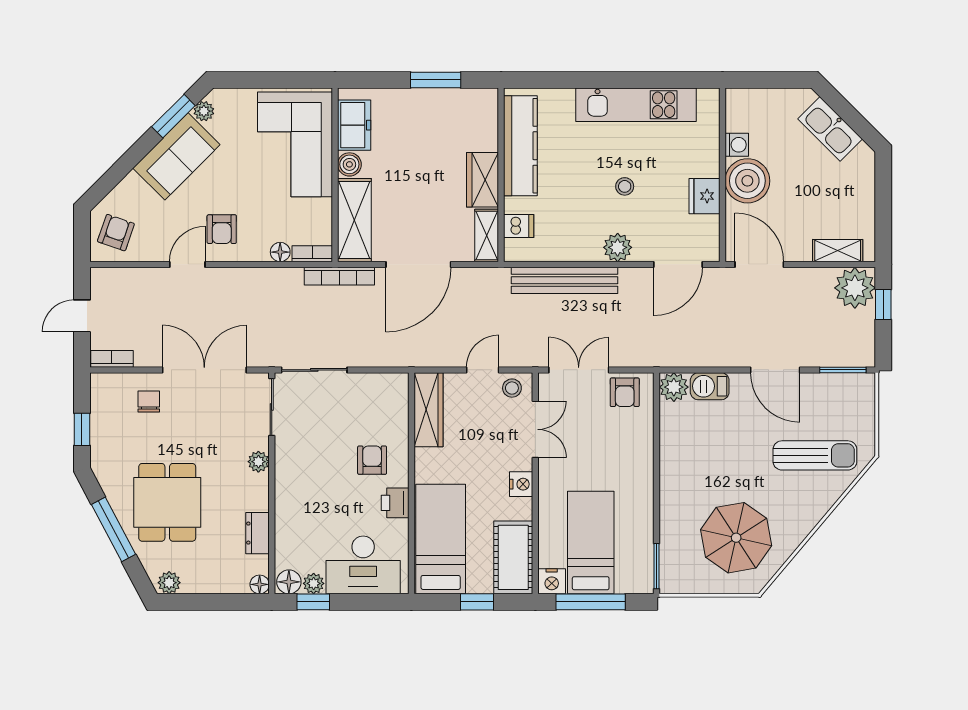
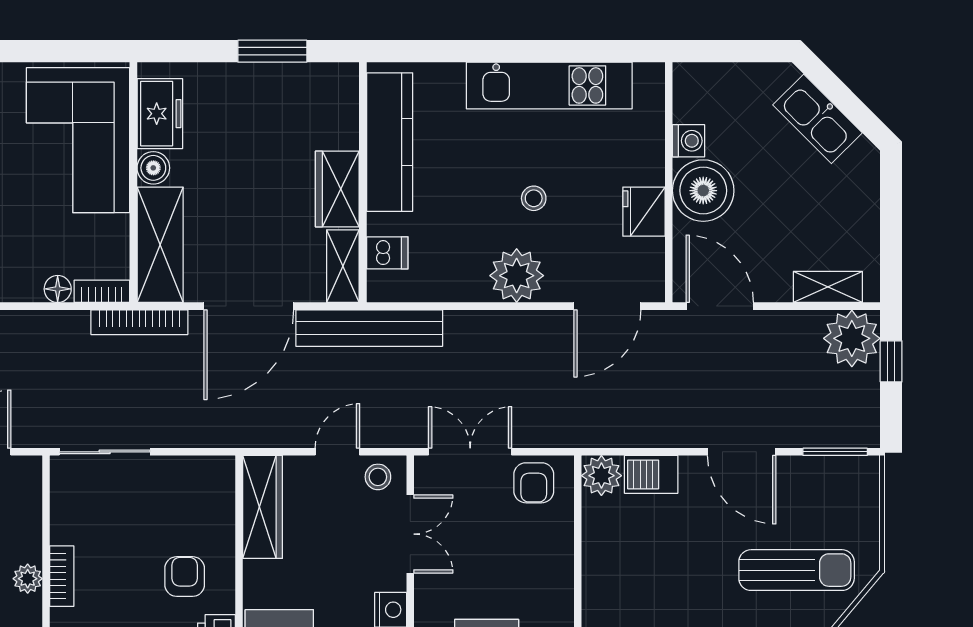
plant: (618, 247) -> (517, 276), width x1.36, depth x1.36
bench: (564, 280) -> (369, 328), moved
sliding door: (272, 407) -> (46, 503), removed
bookcase: (283, 460) -> (62, 576), added

